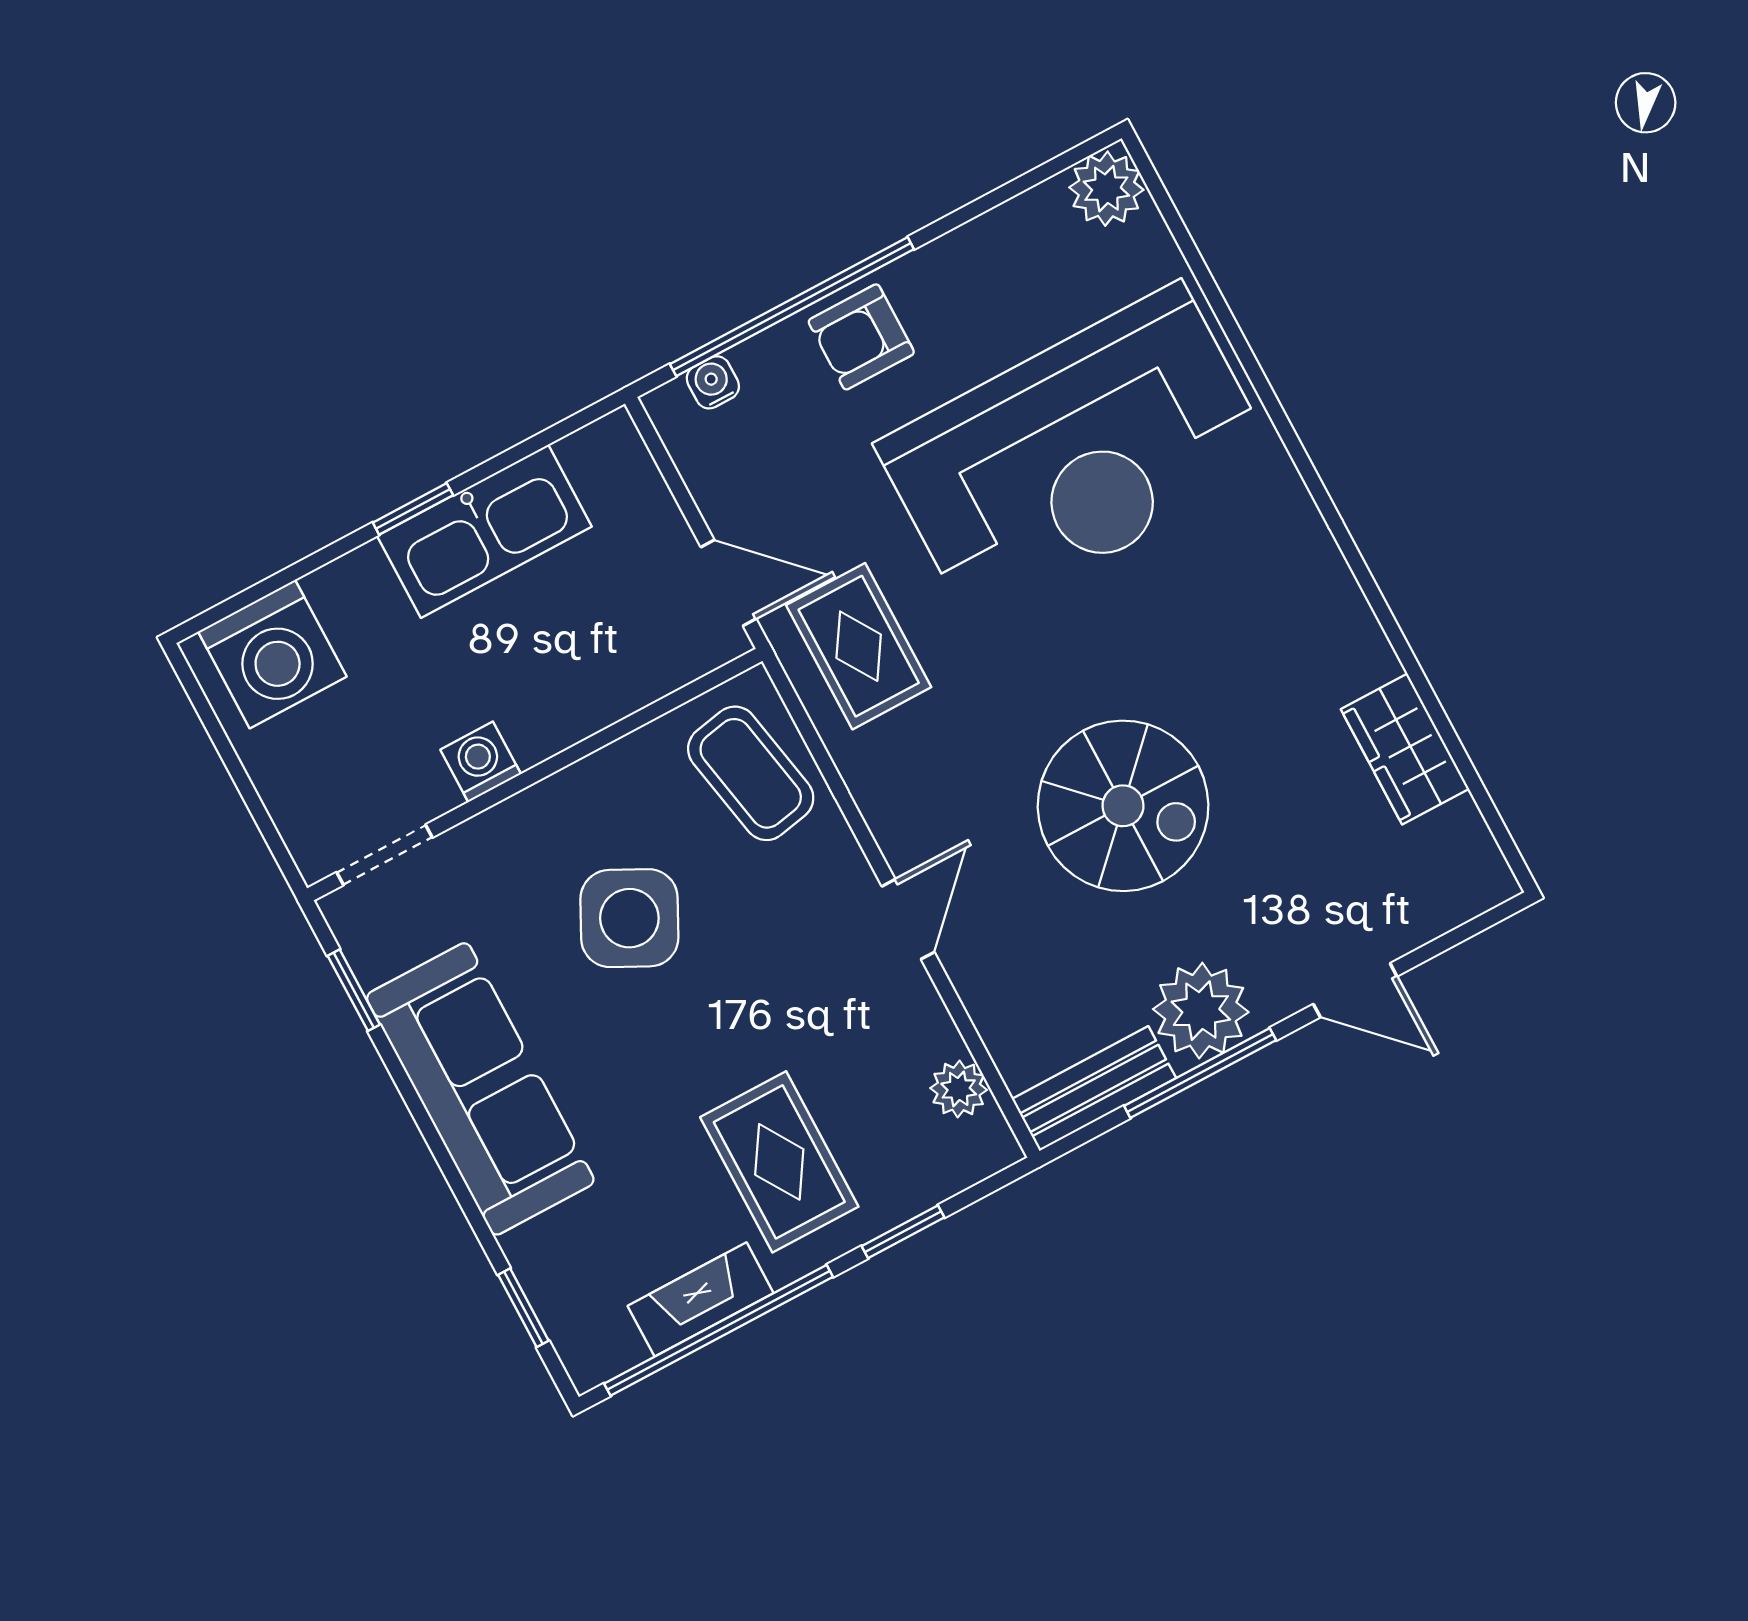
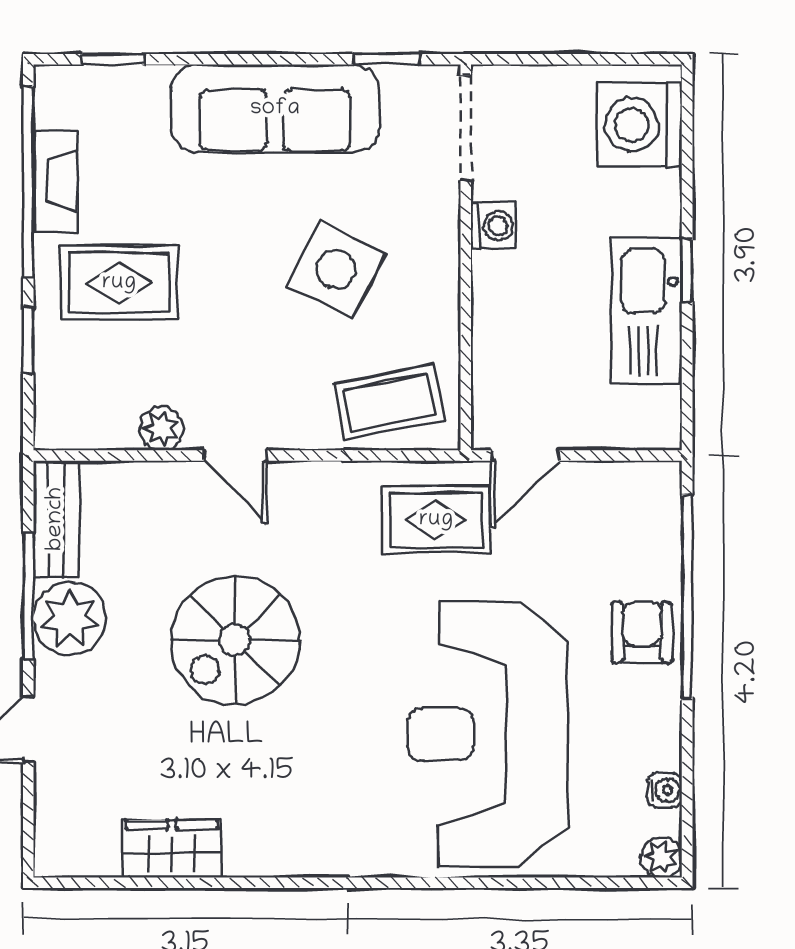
plant: (1106, 189) -> (661, 857), width x0.73, depth x0.73
water cooler: (713, 382) -> (665, 790), moved
doorway: (384, 855) -> (466, 128), width x1.38
plant: (959, 1089) -> (162, 429), moved

